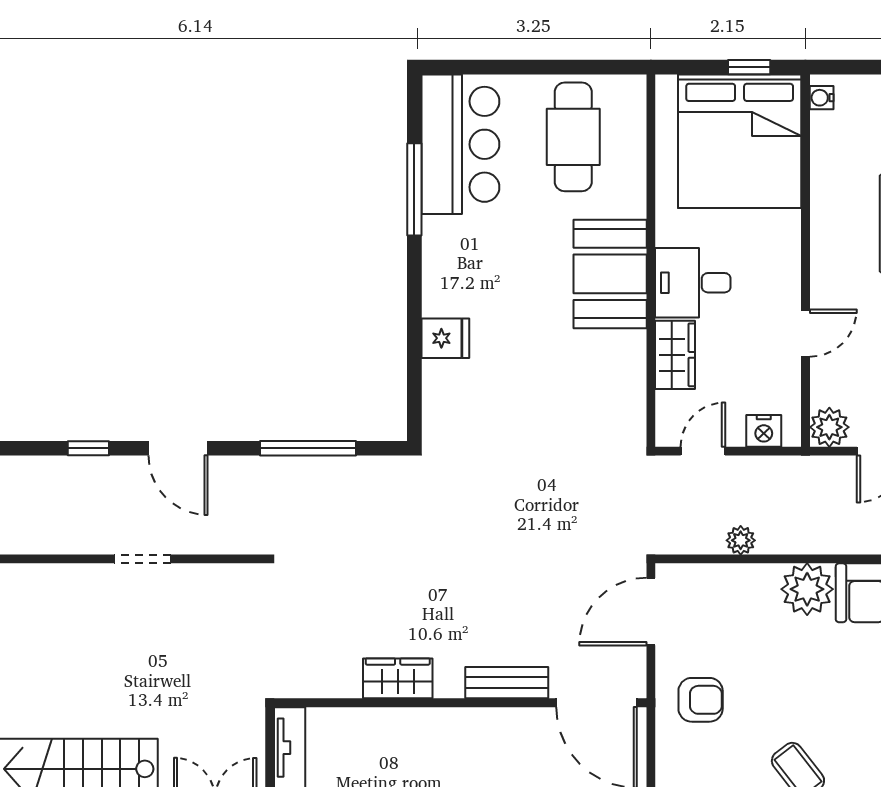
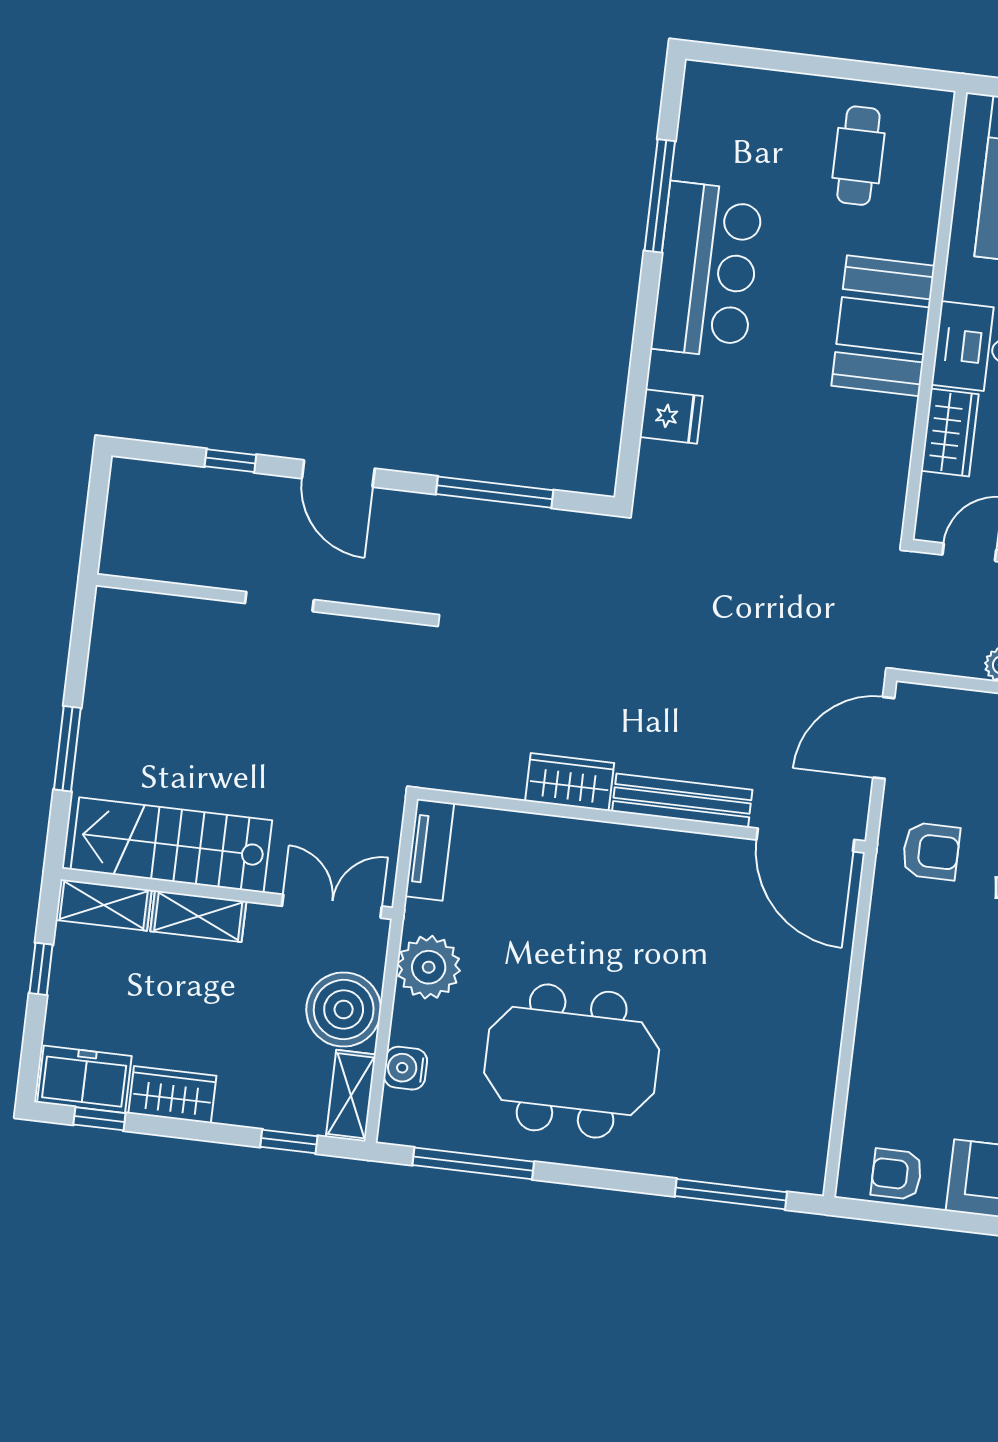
cafe table: (573, 137) -> (858, 156), width x0.73, depth x0.74
bar counter: (460, 144) -> (707, 270), moved
fridge: (445, 338) -> (671, 417), moved
bench: (507, 683) -> (682, 801), width x1.36

